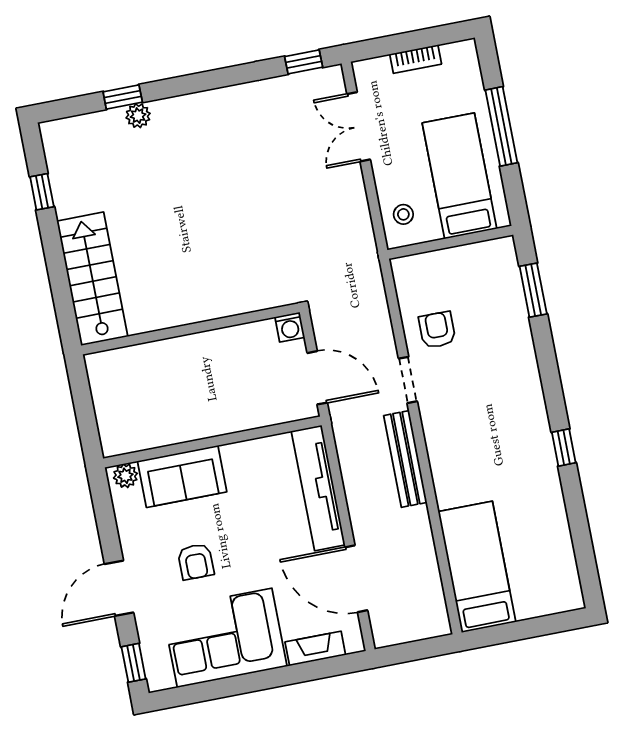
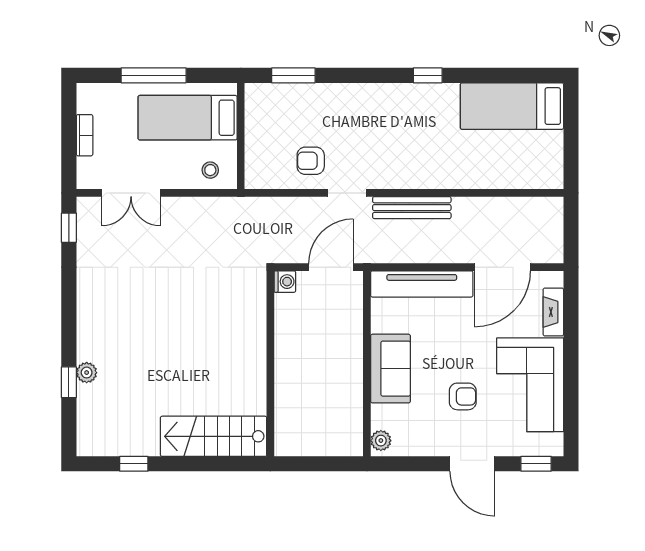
sofa: (182, 476) -> (390, 369), moved
bed: (477, 567) -> (512, 106), moved

